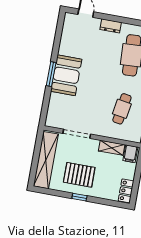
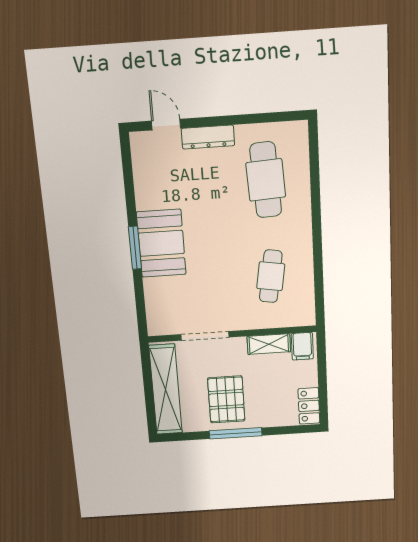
dresser: (111, 26) -> (208, 137), width x1.44
pallet: (79, 175) -> (226, 399), turned 90
window: (79, 197) -> (236, 433), width x2.17

